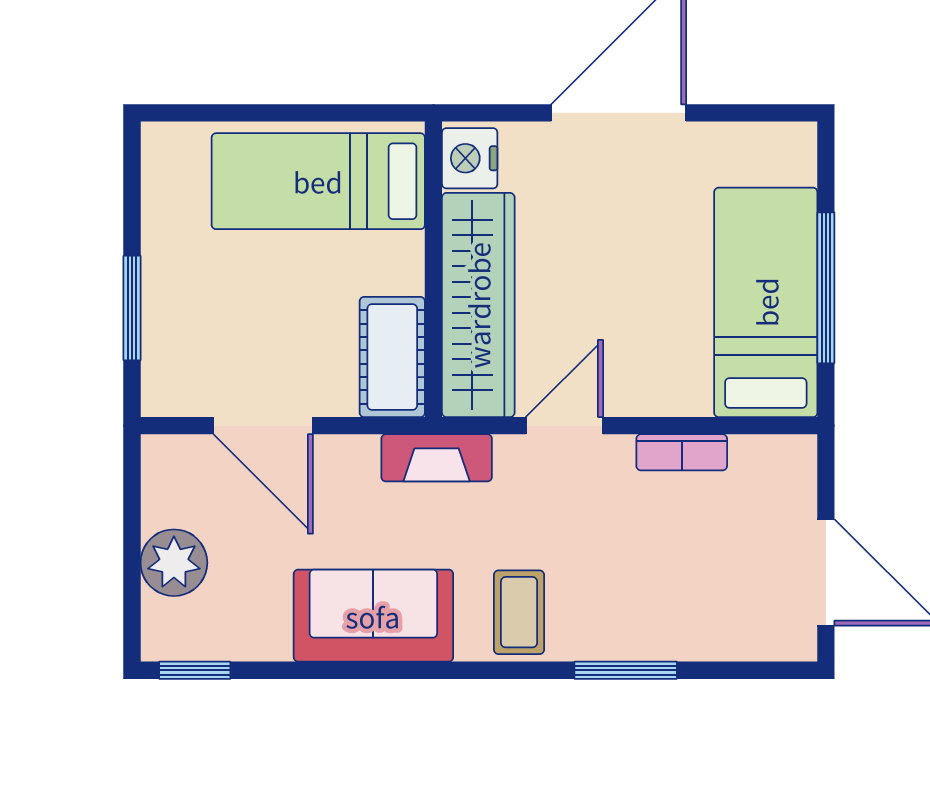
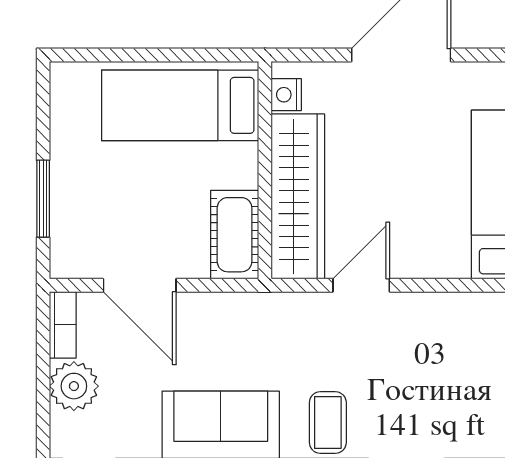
nightstand: (470, 158) -> (286, 95), width x0.72, depth x0.74
bookcase: (682, 452) -> (63, 325), moved, turned -90
fireplace: (437, 458) -> (267, 309), removed

